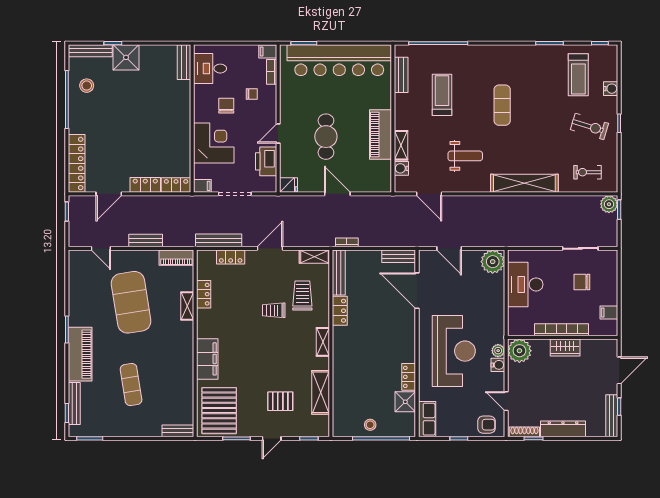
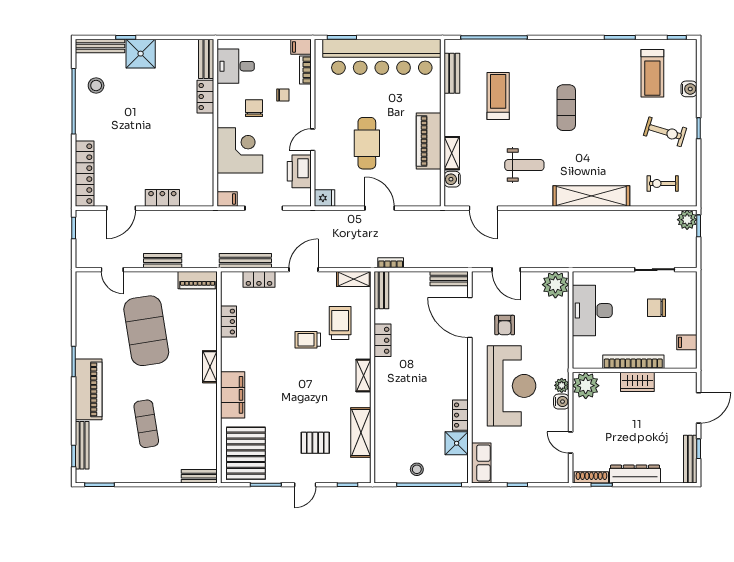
locker: (176, 185) -> (205, 97), moved, turned -90
bench: (339, 272) -> (381, 290), width x0.73
shelving: (187, 306) -> (210, 367), moved
armchair: (486, 425) -> (505, 325), moved, turned 90

